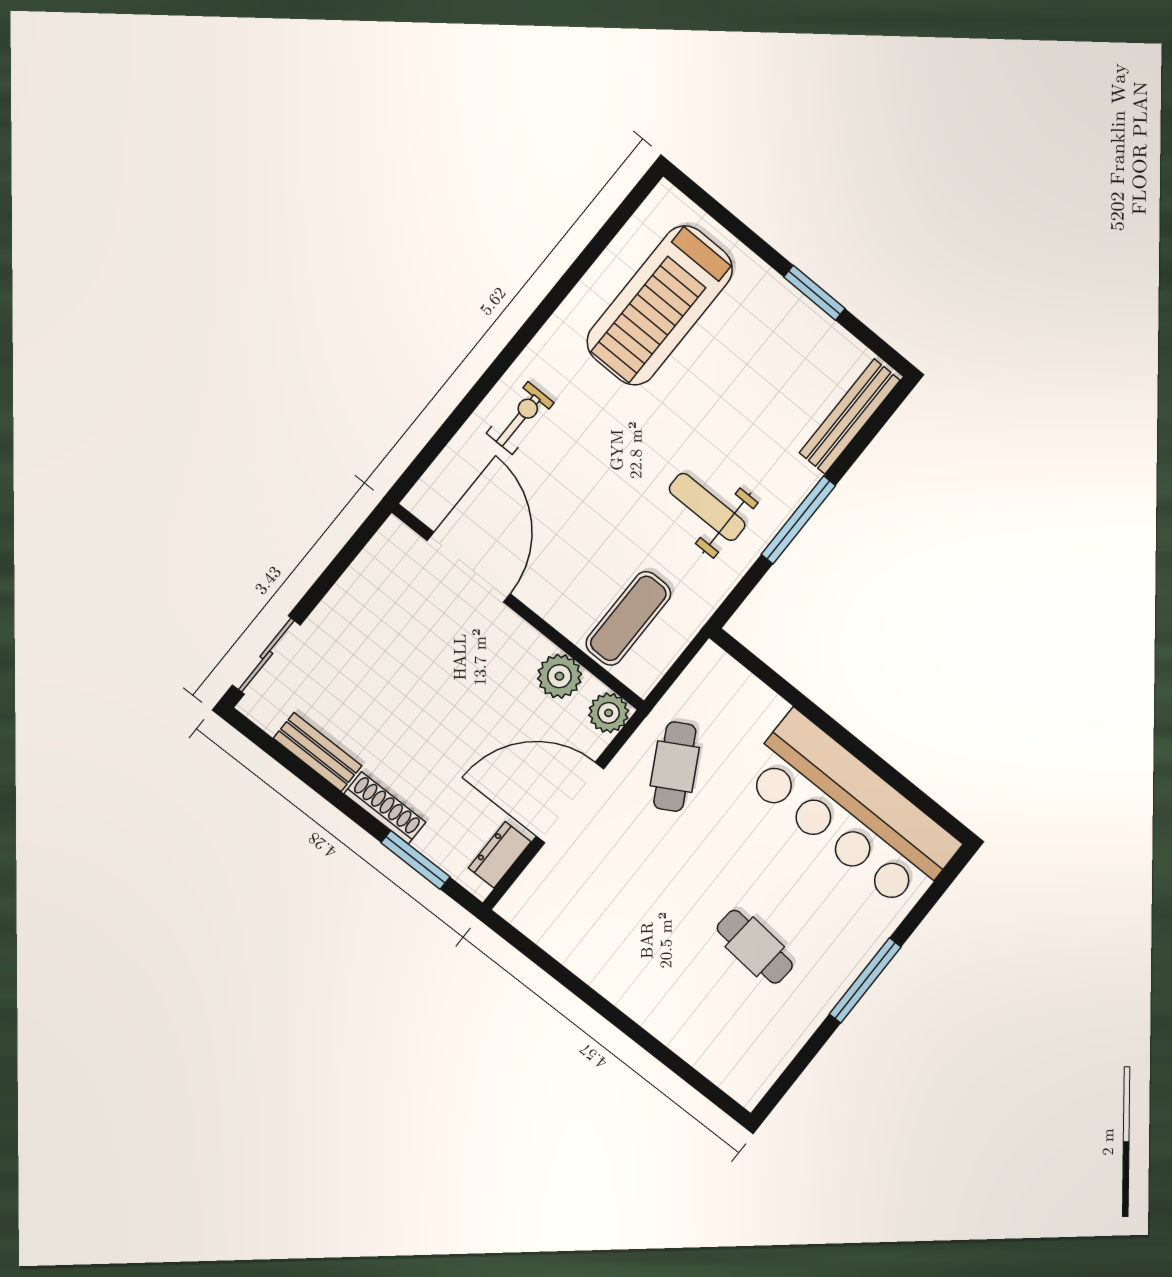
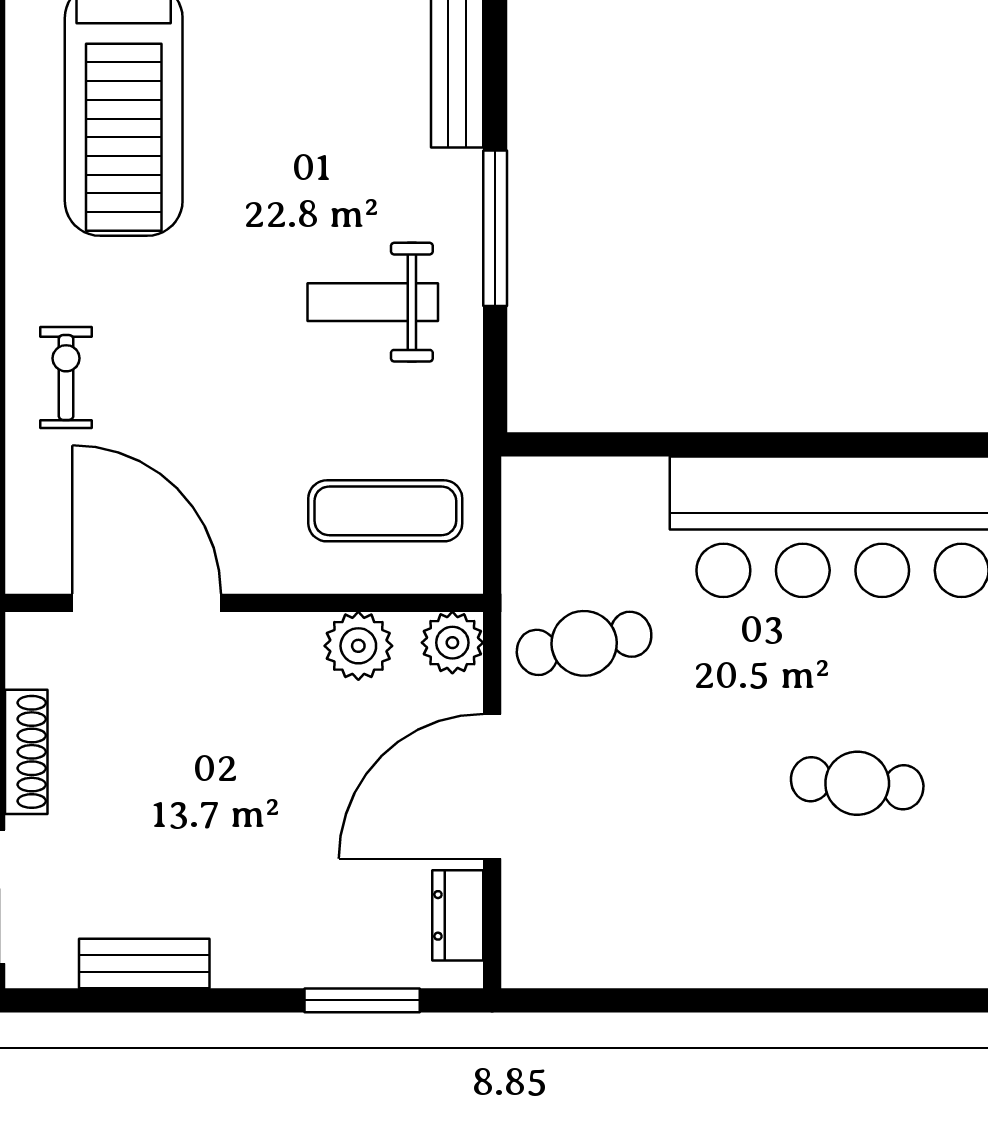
exercise mat: (628, 618) -> (385, 511), turned 90
cafe table: (675, 767) -> (584, 643), turned -72
shoe rack: (385, 808) -> (26, 752), moved, turned 90

